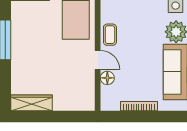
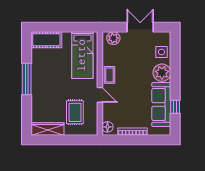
floor lamp: (107, 78) -> (107, 127), moved
rug: (66, 82) -> (75, 112), added

